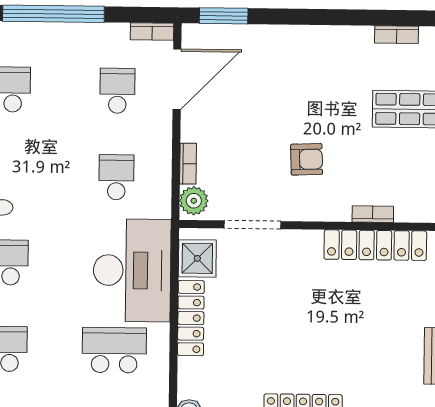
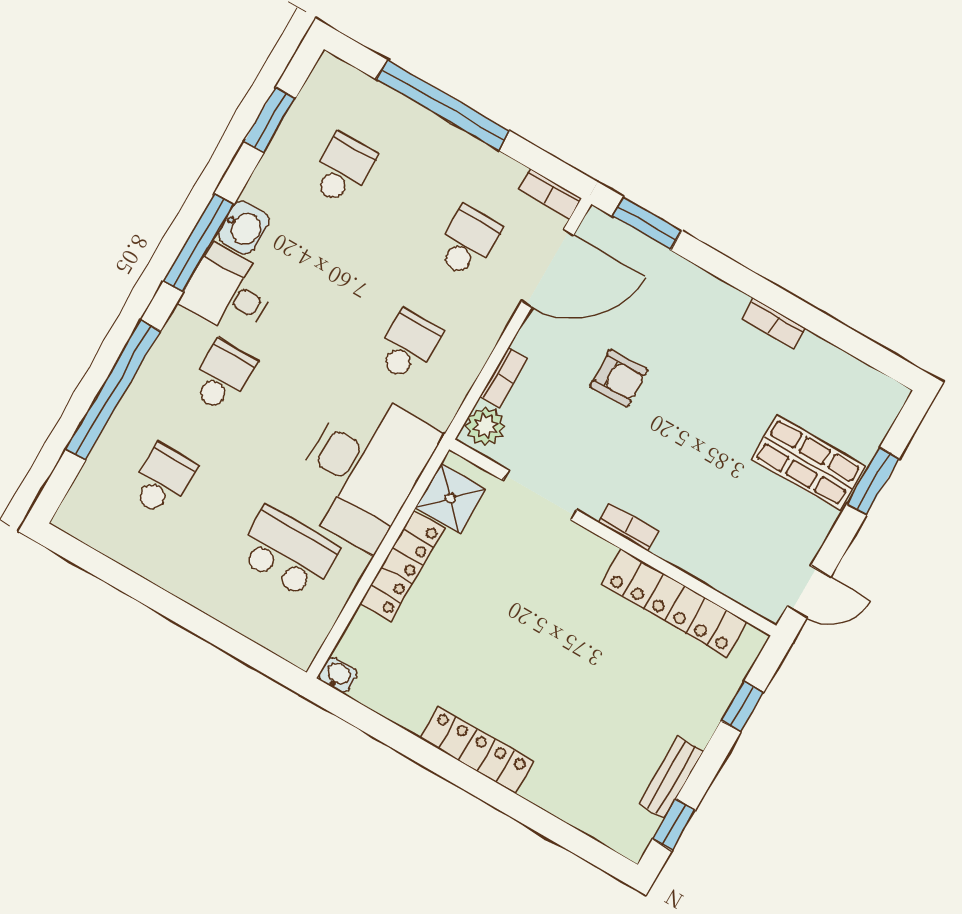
bookcase: (396, 35) -> (774, 324), moved
armchair: (307, 159) -> (619, 378), moved
bookcase: (373, 214) -> (628, 527), moved

